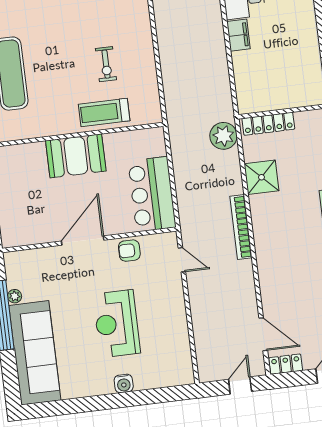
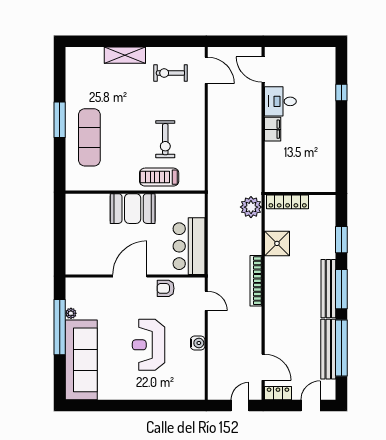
exercise bike: (106, 64) -> (165, 139), width x1.38, depth x1.39
water cooler: (124, 383) -> (198, 343), moved, turned -90

